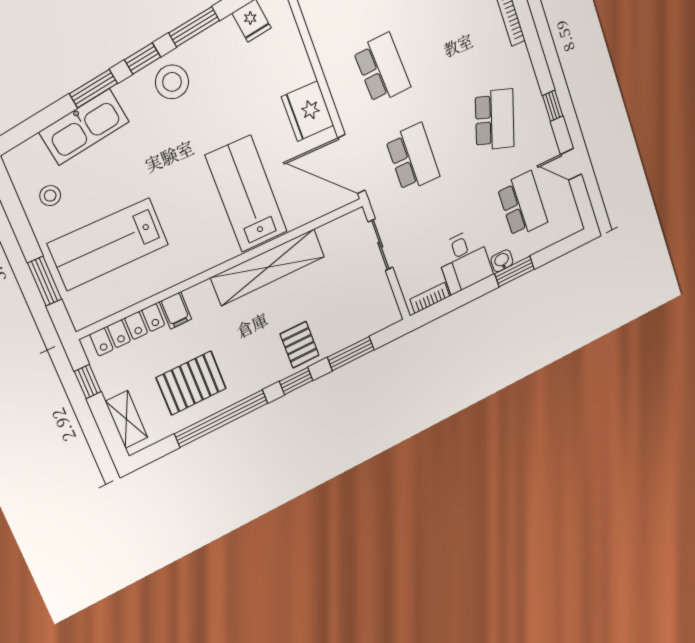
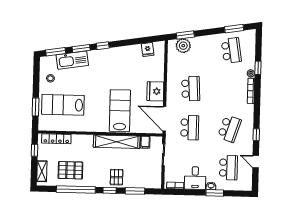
window: (194, 27) -> (56, 52), moved
stool: (172, 82) -> (110, 58), removed
filing cabinet: (176, 310) -> (145, 142), moved

